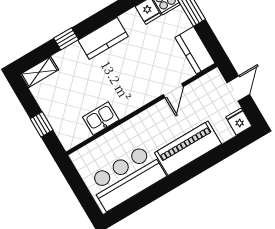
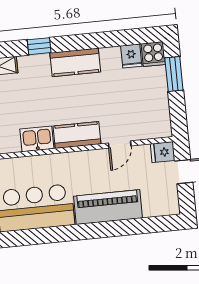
kitchen counter: (195, 50) -> (77, 135), moved, turned 90
fridge: (239, 122) -> (163, 152), moved, turned -90

